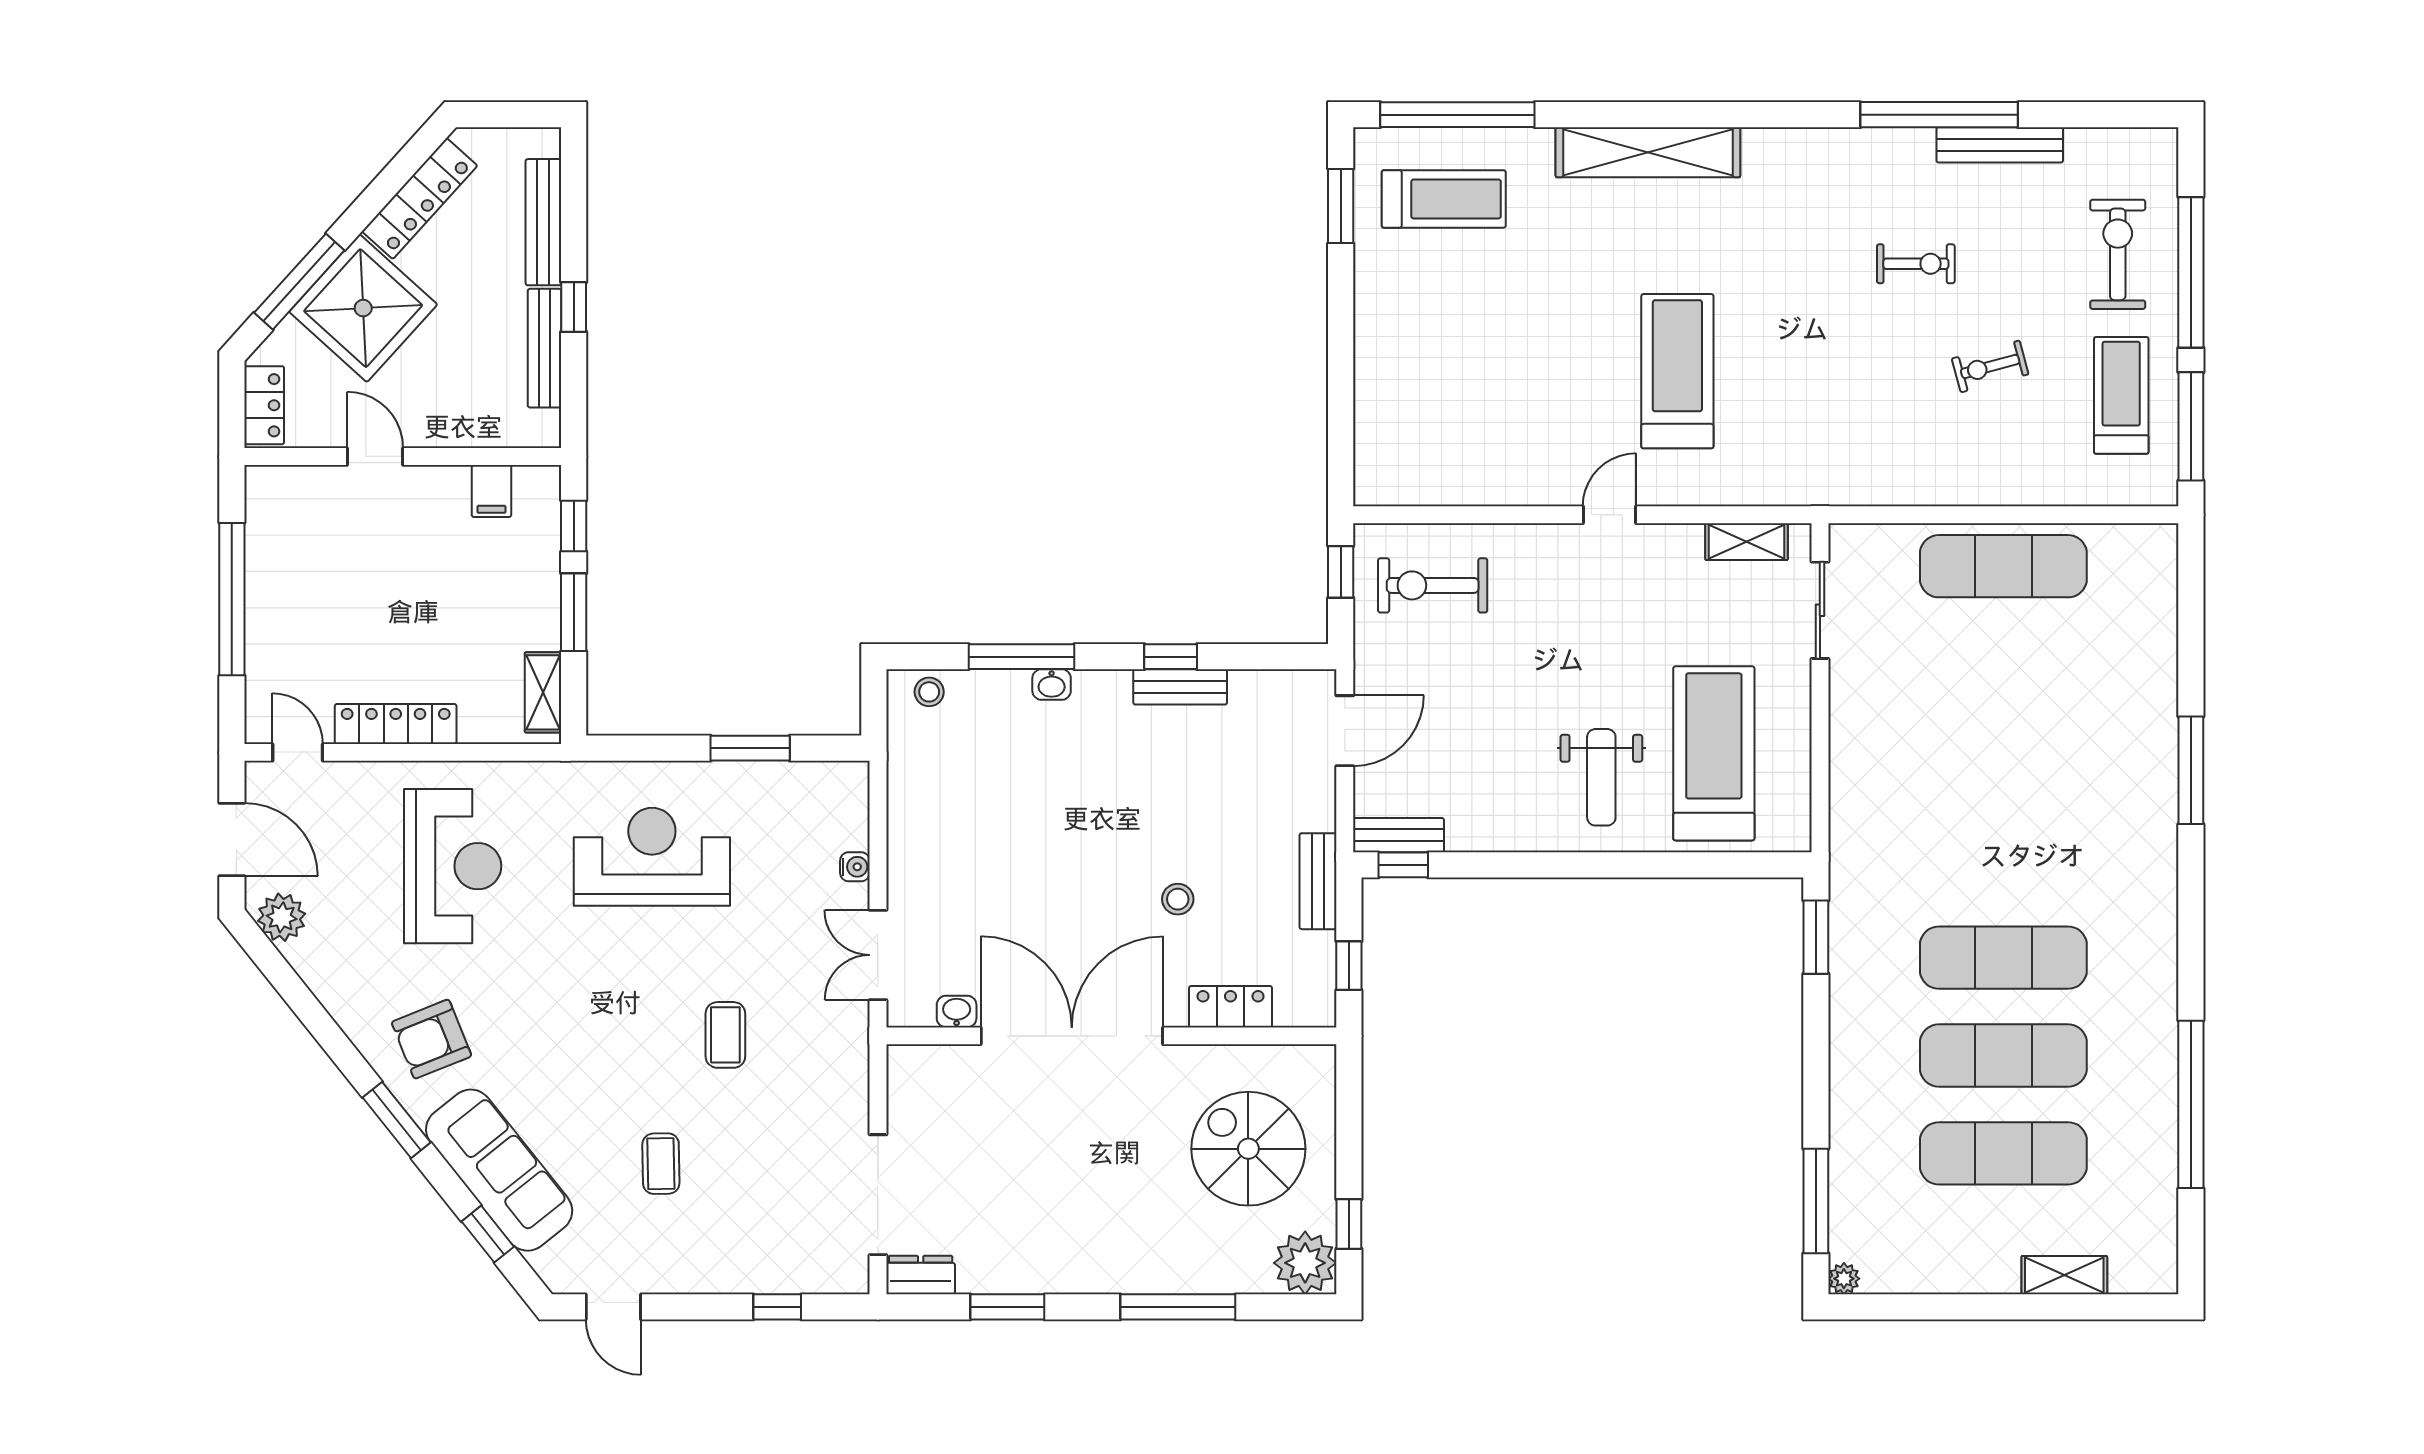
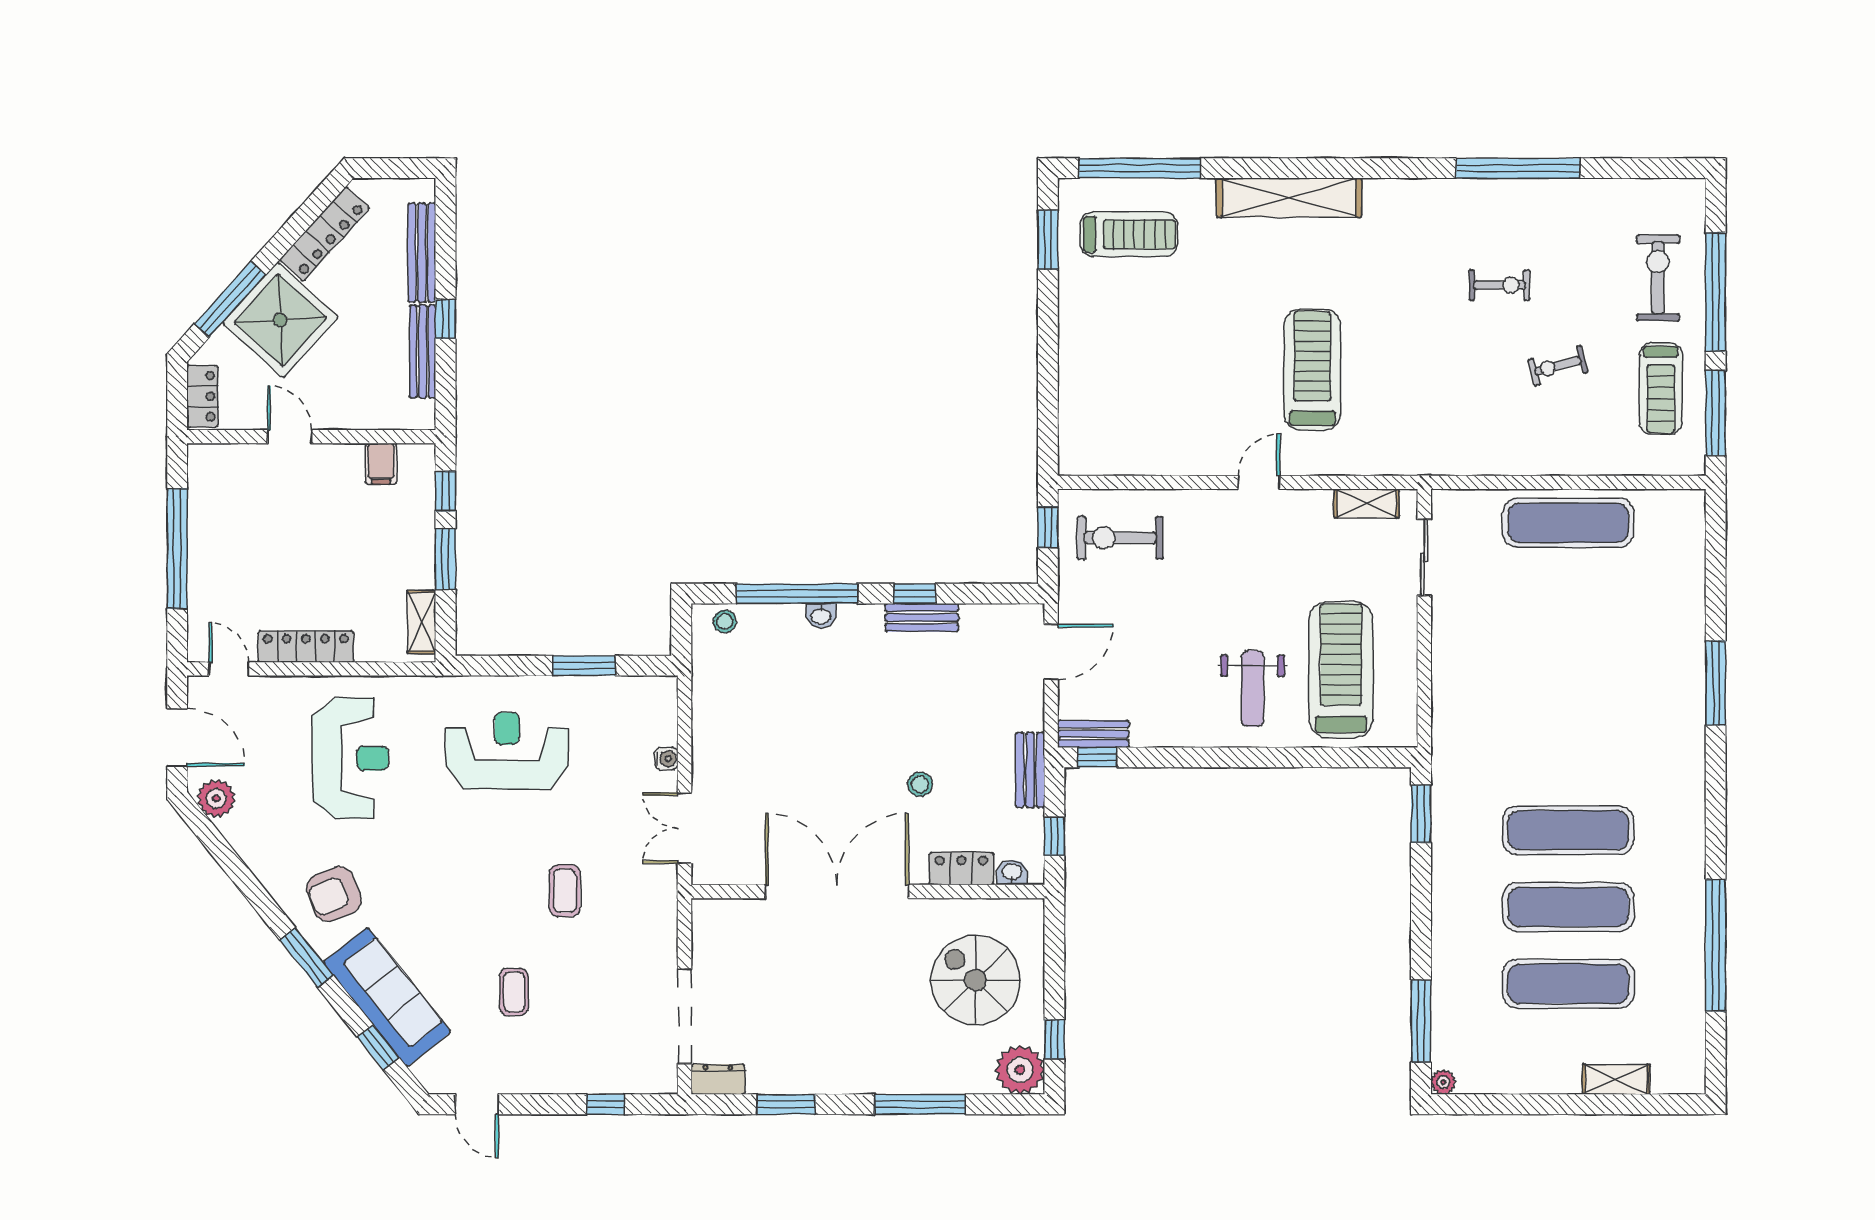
bench: (2000, 145) -> (1565, 192), removed
treadmill: (2121, 395) -> (1661, 389), turned 180
window: (1022, 657) -> (797, 594), width x1.46
washbasin: (957, 1012) -> (1012, 872), moved

